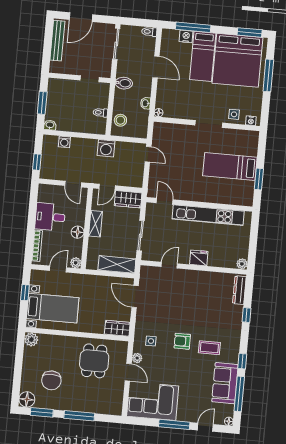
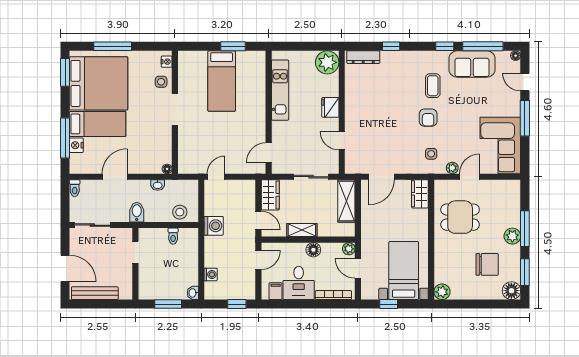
filing cabinet: (45, 196) -> (276, 291), added
kitchen unit: (208, 215) -> (280, 90), width x0.73
plant: (242, 264) -> (327, 62), width x1.87, depth x1.87
plant: (74, 404) -> (512, 236), added

